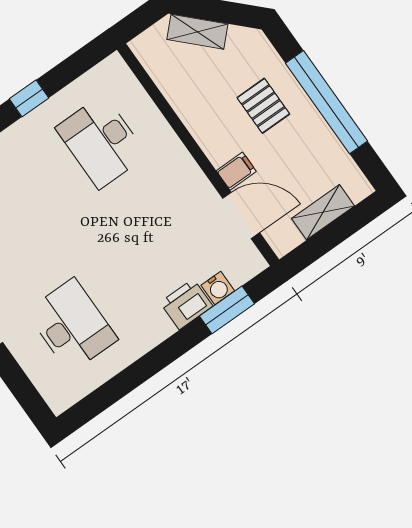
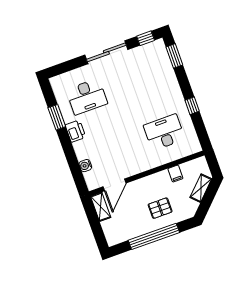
filing cabinet: (236, 171) -> (175, 174), moved
shelving: (323, 212) -> (101, 207), moved
printer: (186, 304) -> (75, 131), moved
window: (227, 310) -> (57, 117), moved

